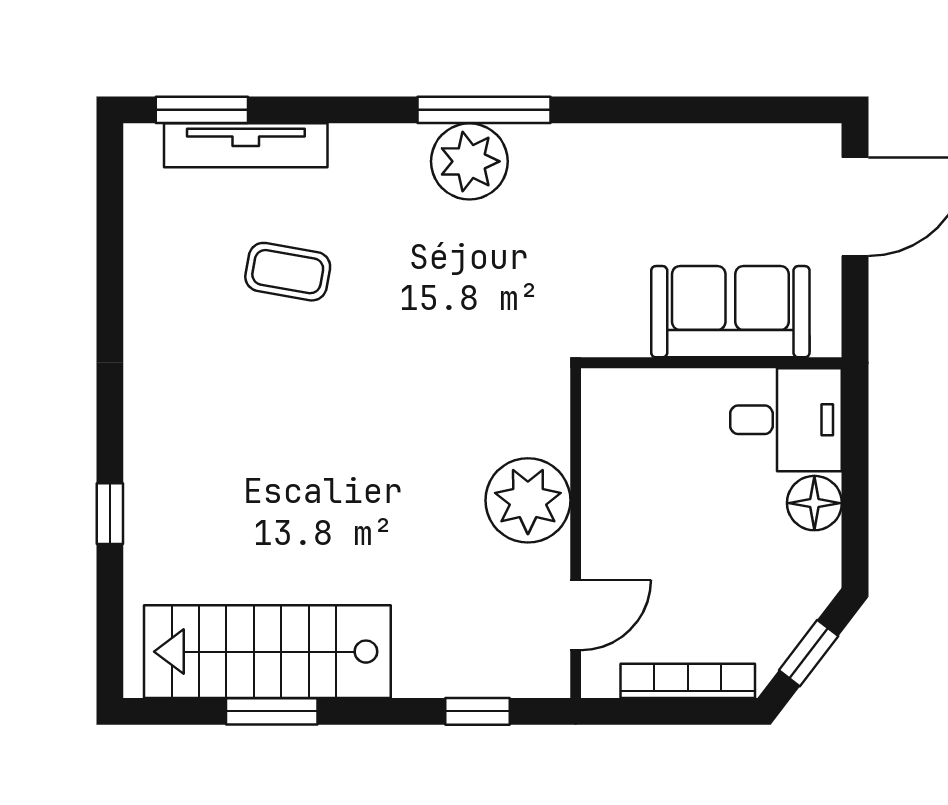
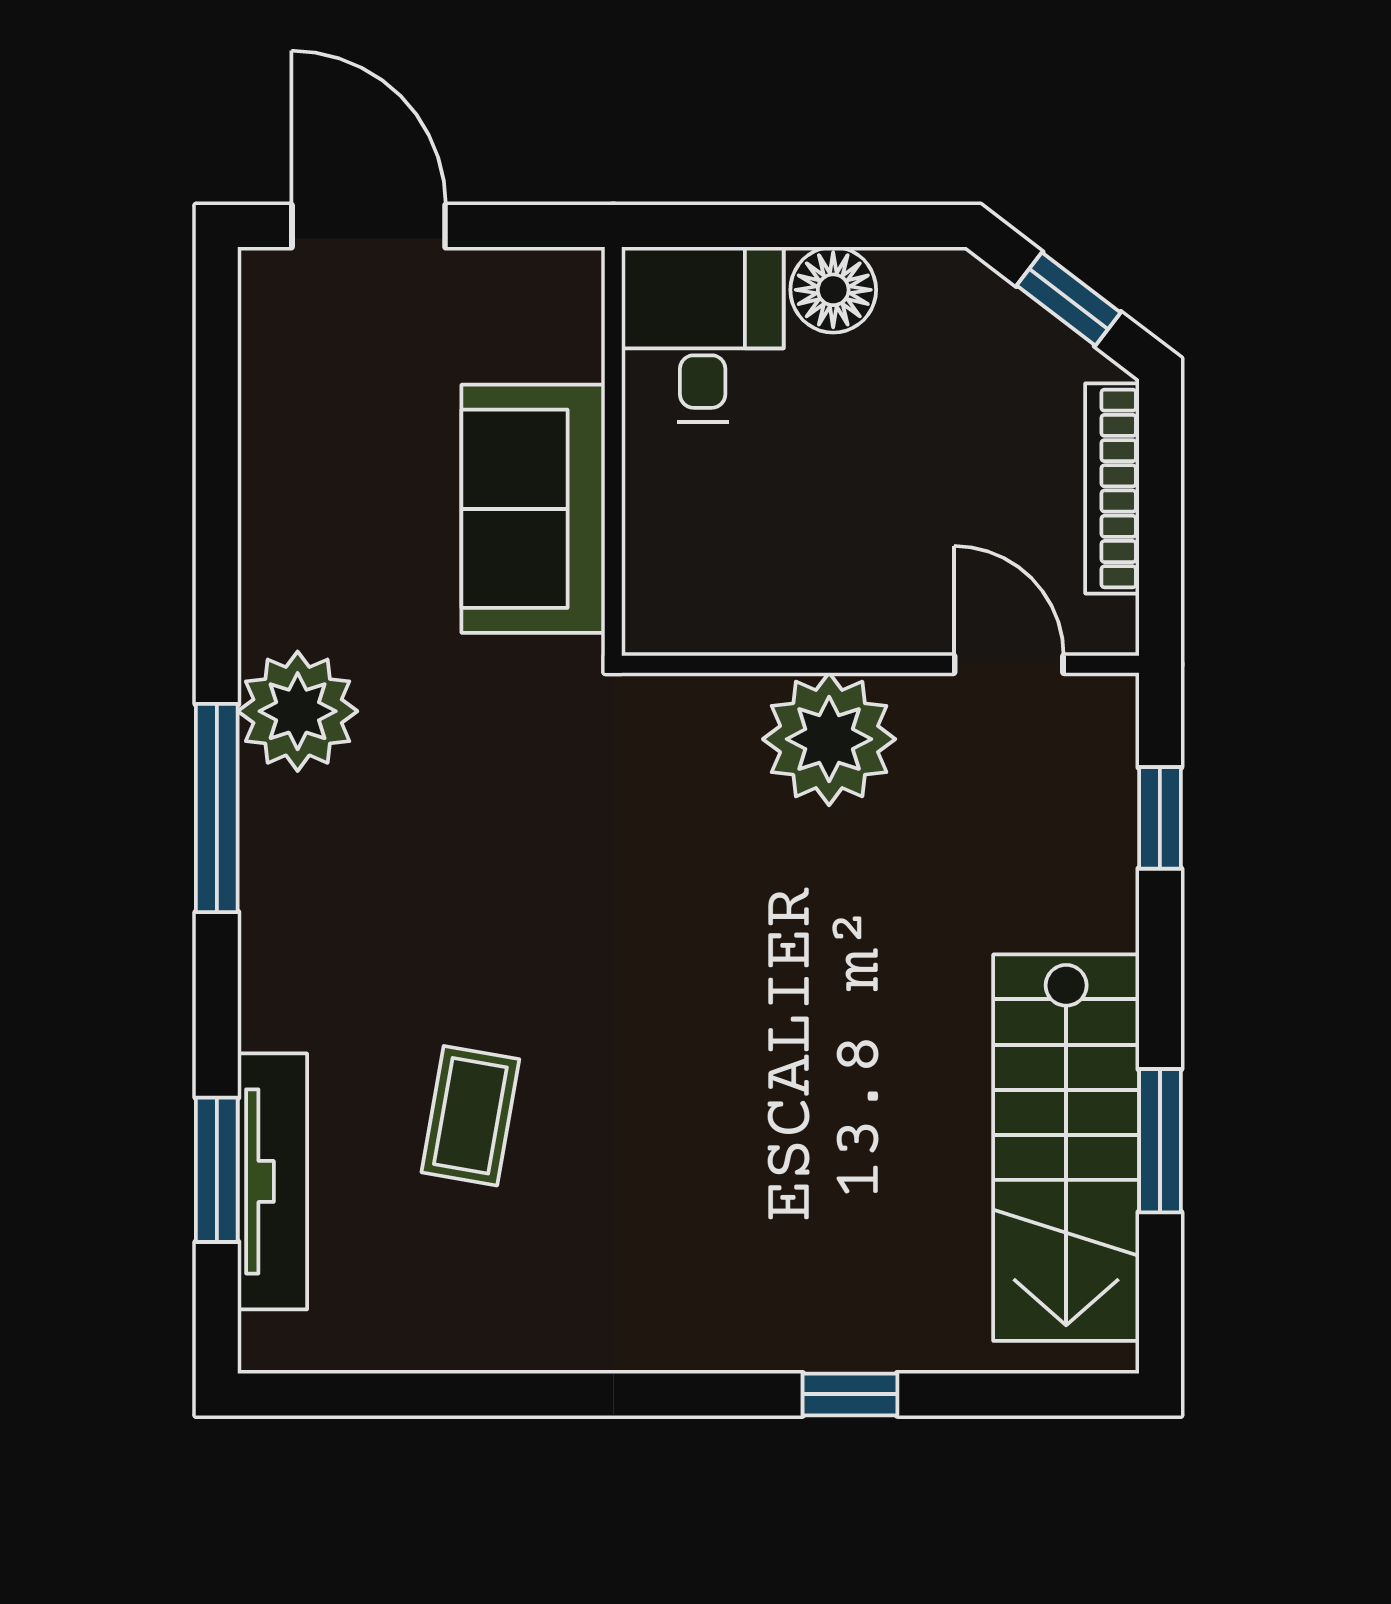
window: (202, 110) -> (217, 1170), moved
plant: (469, 161) -> (298, 711), moved
sofa: (730, 312) -> (533, 509), moved

